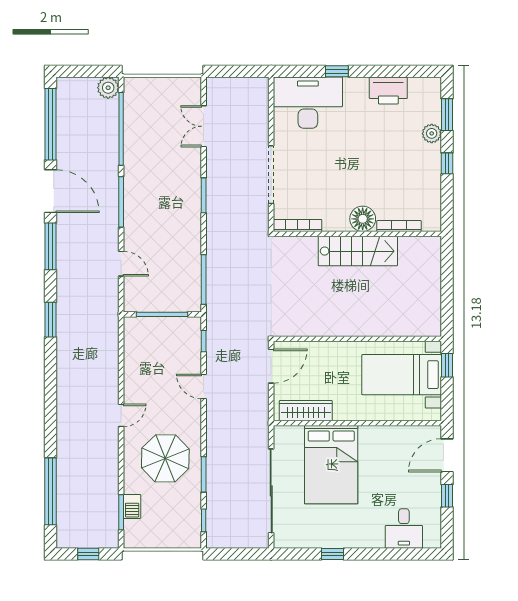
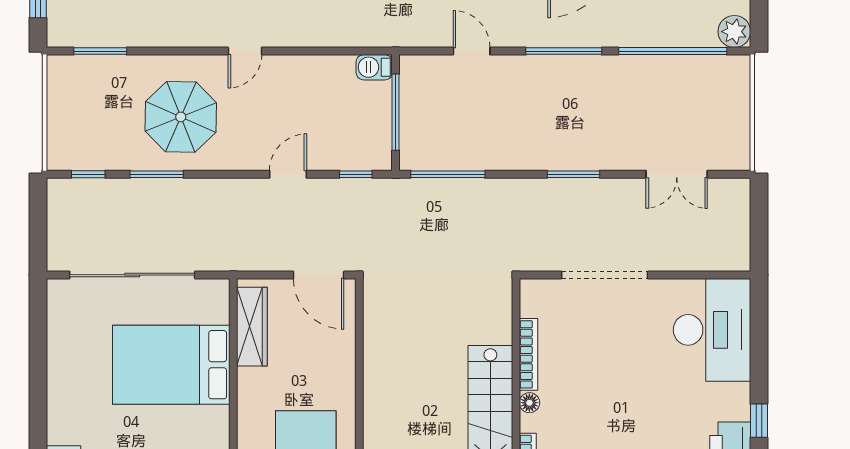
window: (337, 71) -> (759, 421), moved
double door: (204, 126) -> (677, 174), swing flipped
floor lamp: (363, 219) -> (529, 403), width x0.53, depth x0.53
bookcase: (298, 225) -> (529, 354), moved
door: (121, 264) -> (472, 51), swing flipped
door: (121, 415) -> (245, 51), hinge flipped
barbecue: (132, 506) -> (374, 67), moved
window: (332, 554) -> (38, 367), removed

